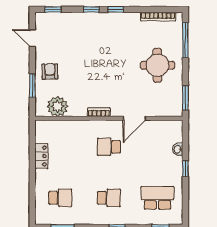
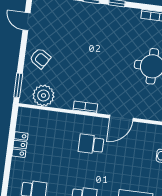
armchair: (50, 71) -> (40, 58), turned 123
window: (32, 86) -> (18, 85), moved

